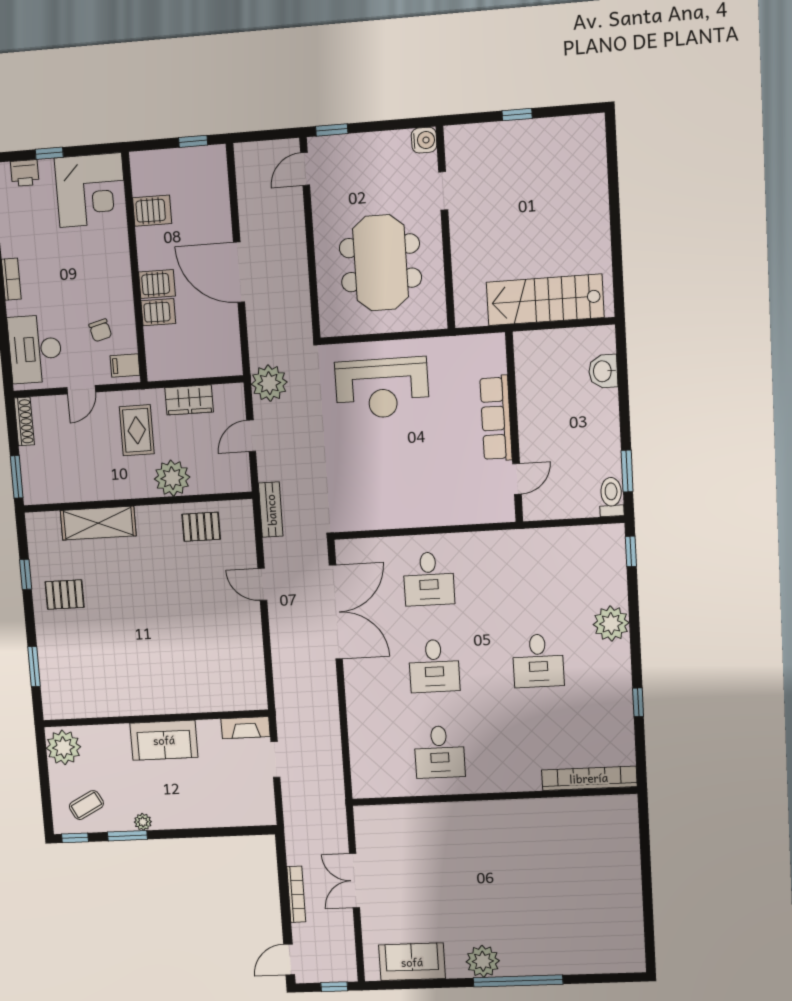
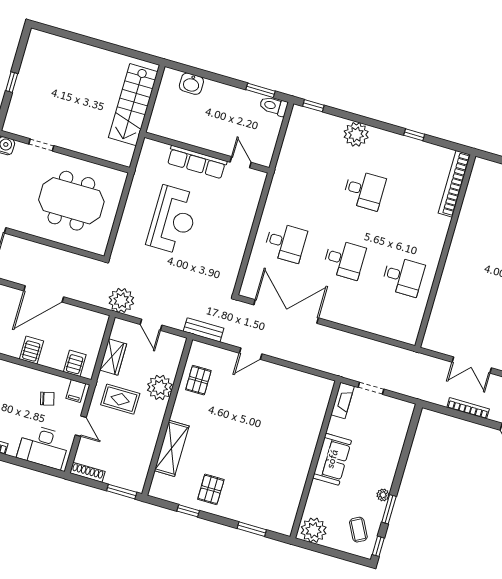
server rack: (158, 312) -> (75, 363), moved
reception desk: (382, 388) -> (173, 220), moved

